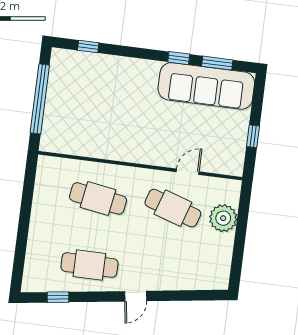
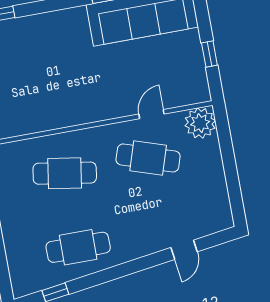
plant: (223, 218) -> (200, 123), moved
door: (136, 296) -> (184, 250), moved

